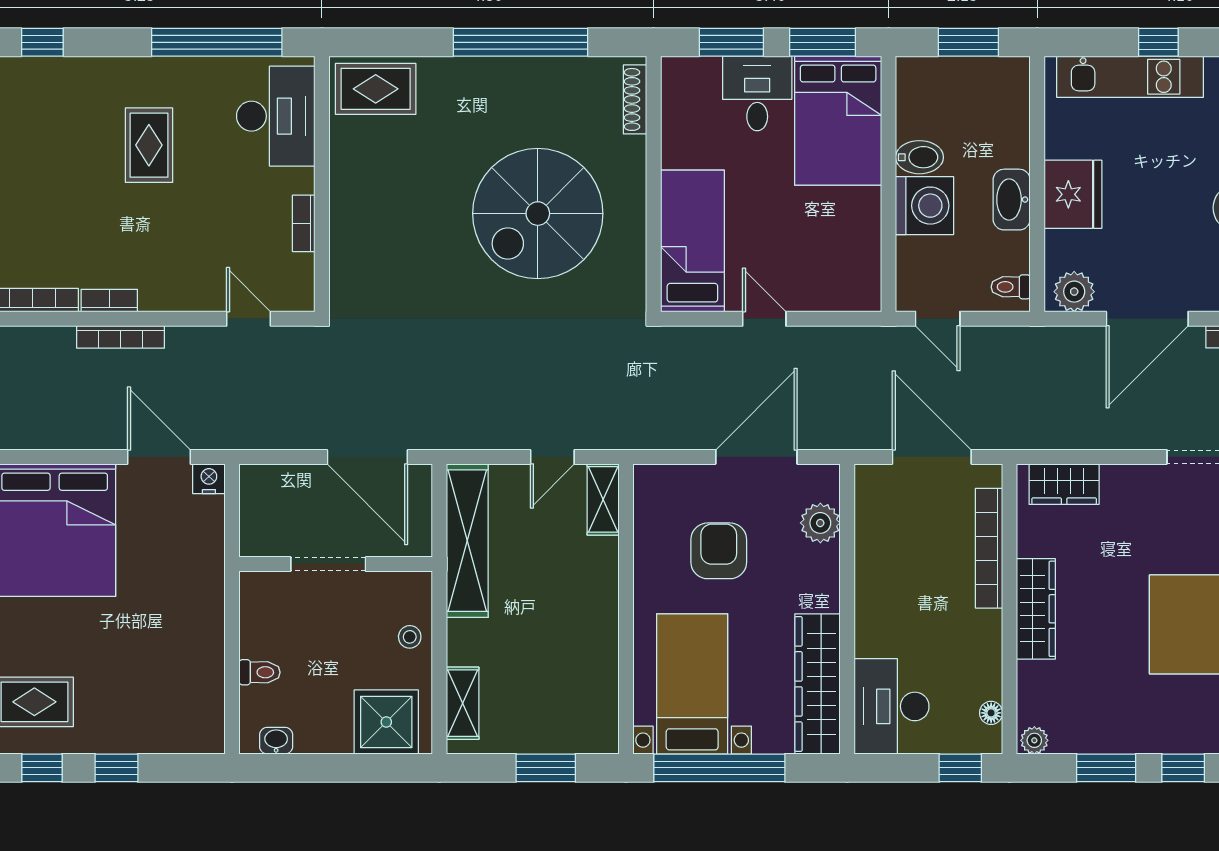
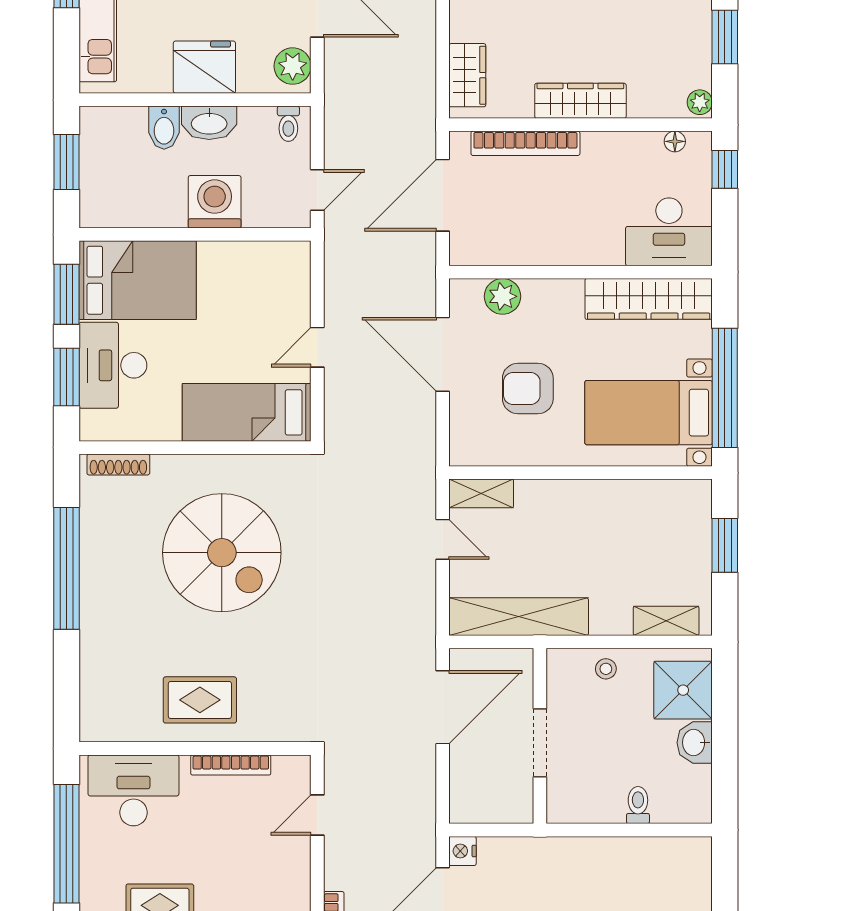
rug: (376, 89) -> (200, 700), moved, turned 90
desk: (757, 93) -> (113, 365), width x1.37
bidet: (919, 157) -> (164, 128), moved, turned 180
bookcase: (304, 223) -> (231, 765), width x1.56
washbasin: (276, 741) -> (695, 743), moved, width x1.38, depth x1.45

